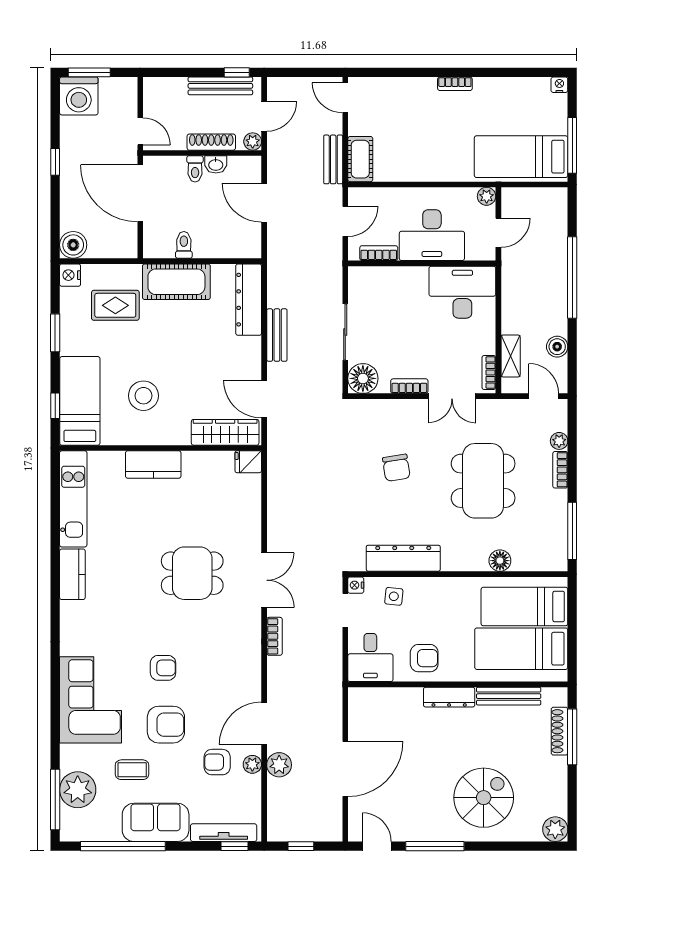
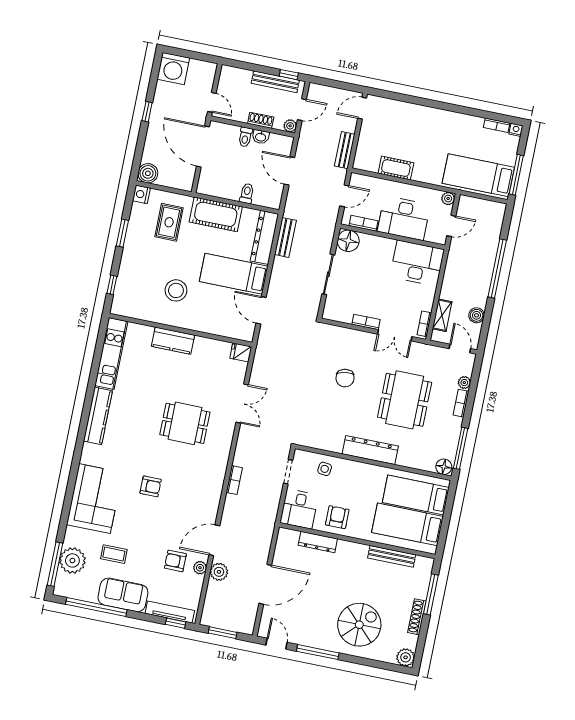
window: (89, 72) -> (184, 53), removed
bookcase: (455, 84) -> (497, 125), moved
door: (345, 98) -> (362, 108), hinge flipped
shoe rack: (211, 142) -> (261, 120), width x0.70
cot: (360, 159) -> (396, 168), moved, turned 90
toilet: (184, 245) -> (247, 193), moved
rug: (115, 305) -> (169, 222), turned 90
bench: (277, 335) -> (285, 237), moved
floor lamp: (363, 378) -> (348, 241), moved
bed: (80, 401) -> (234, 274), moved, turned -90
wardrobe: (225, 432) -> (229, 328), removed
dresser: (403, 558) -> (370, 450), moved
floor lamp: (500, 561) -> (444, 467), moved
kitchen counter: (72, 574) -> (98, 416), width x1.50
double door: (264, 580) -> (242, 404), moved
nightstand: (356, 585) -> (299, 455), removed
armchair: (424, 658) -> (337, 517), turned -90
dresser: (449, 697) -> (318, 542), moved
armchair: (166, 725) -> (144, 527), removed
shoe rack: (560, 731) -> (417, 617), moved
window: (301, 846) -> (223, 633), width x1.50

